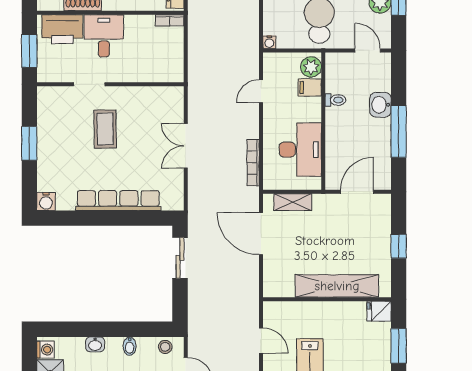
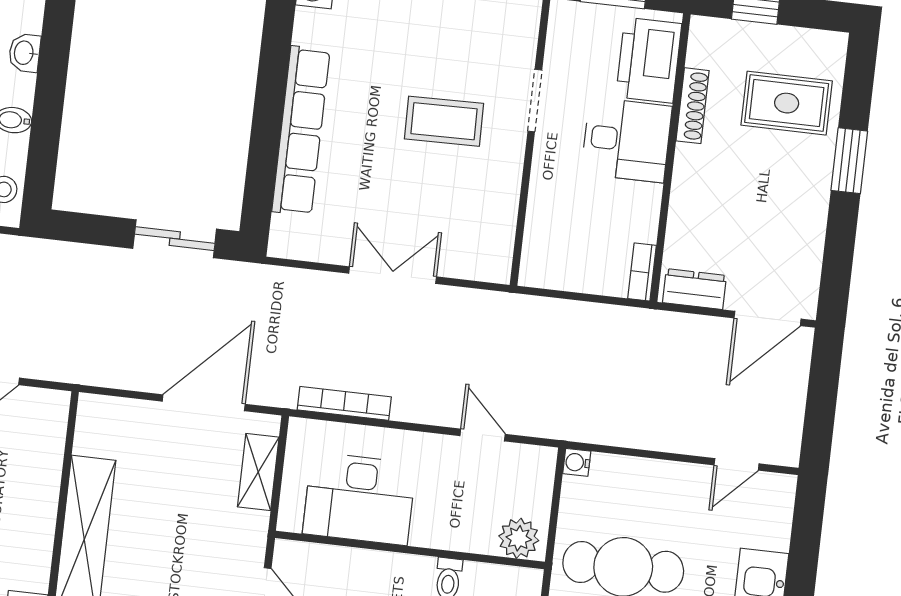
filing cabinet: (310, 87) -> (479, 531), removed

